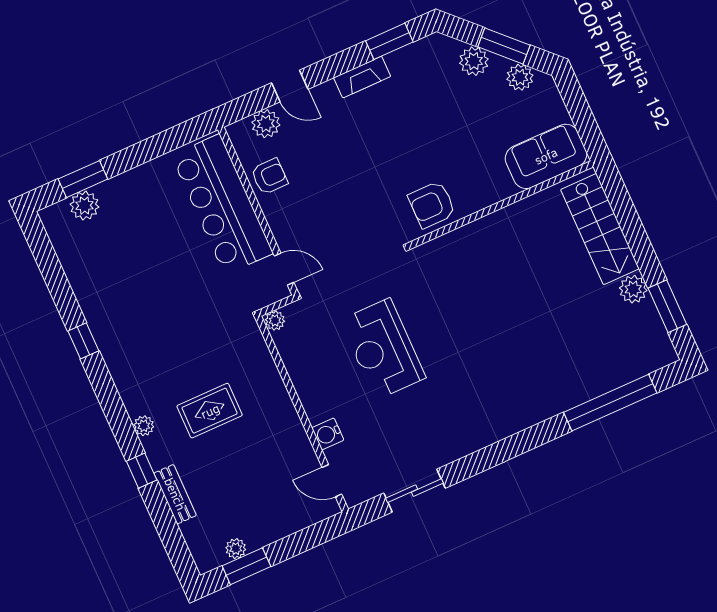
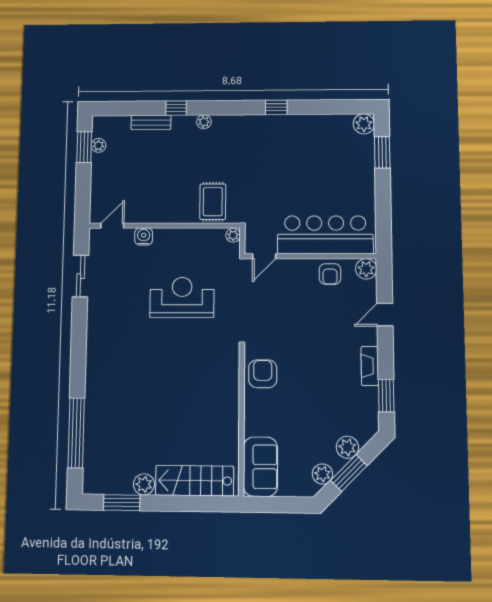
plant: (266, 124) -> (366, 269), moved
plant: (84, 206) -> (364, 124), moved
rug: (210, 411) -> (213, 202), moved

